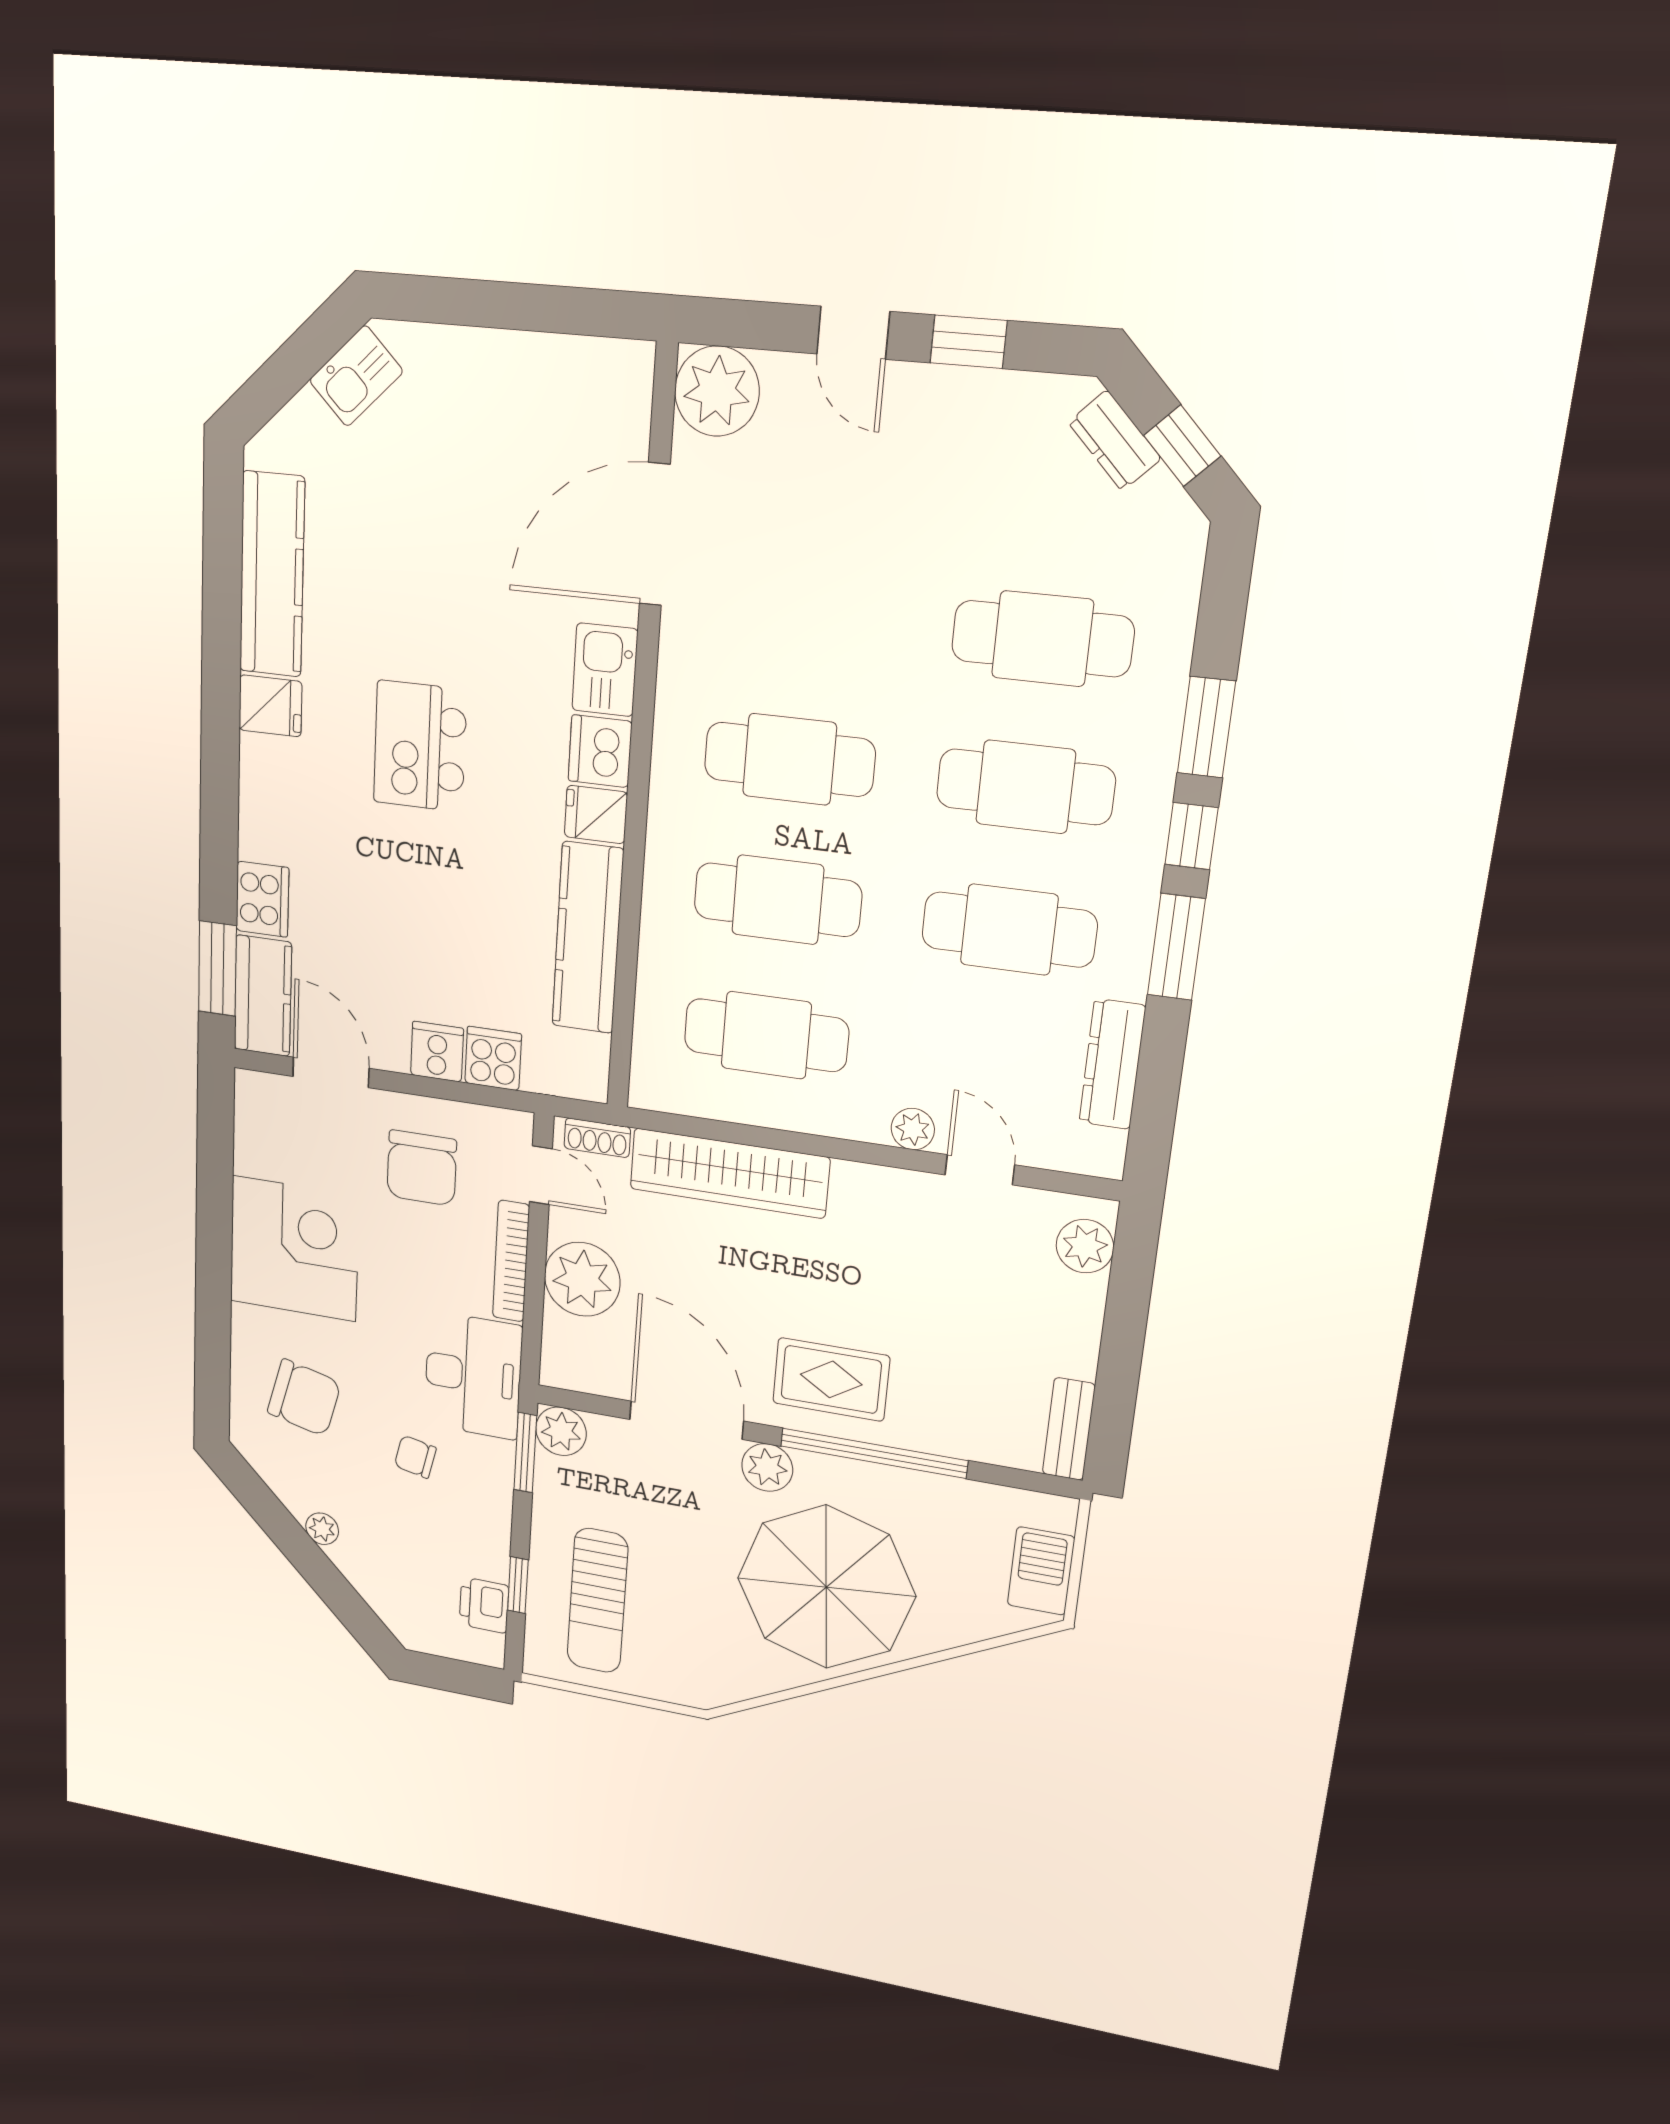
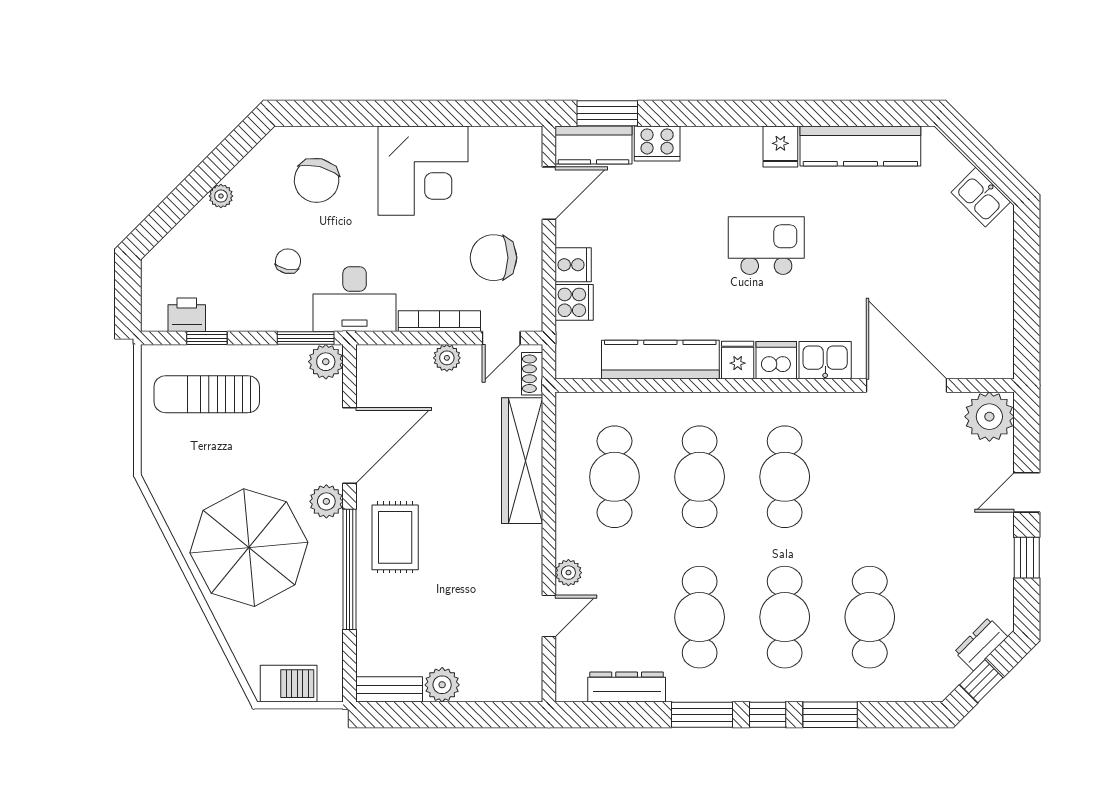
plant: (1085, 1246) -> (442, 685), moved
plant: (582, 1279) -> (447, 358), width x0.53, depth x0.53

